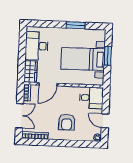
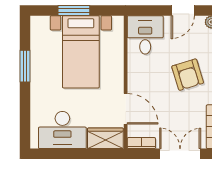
armchair: (67, 122) -> (188, 75), turned 73

